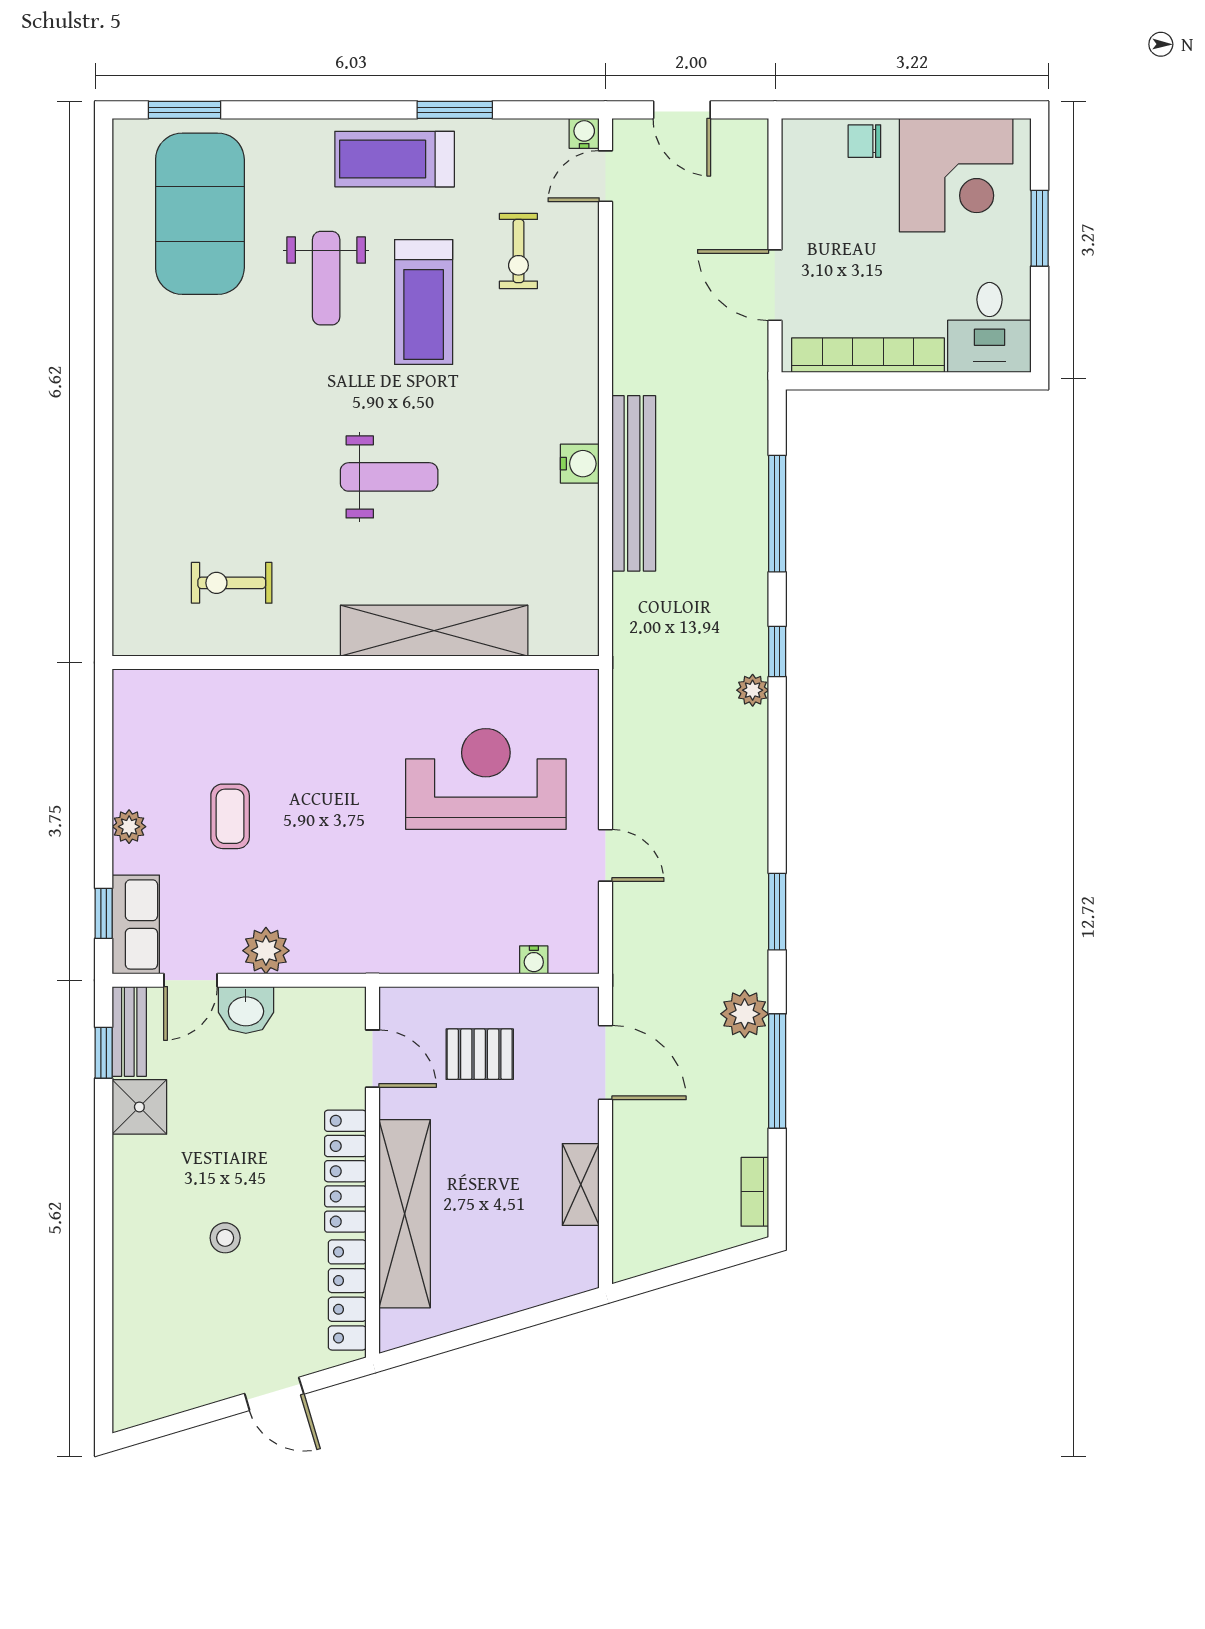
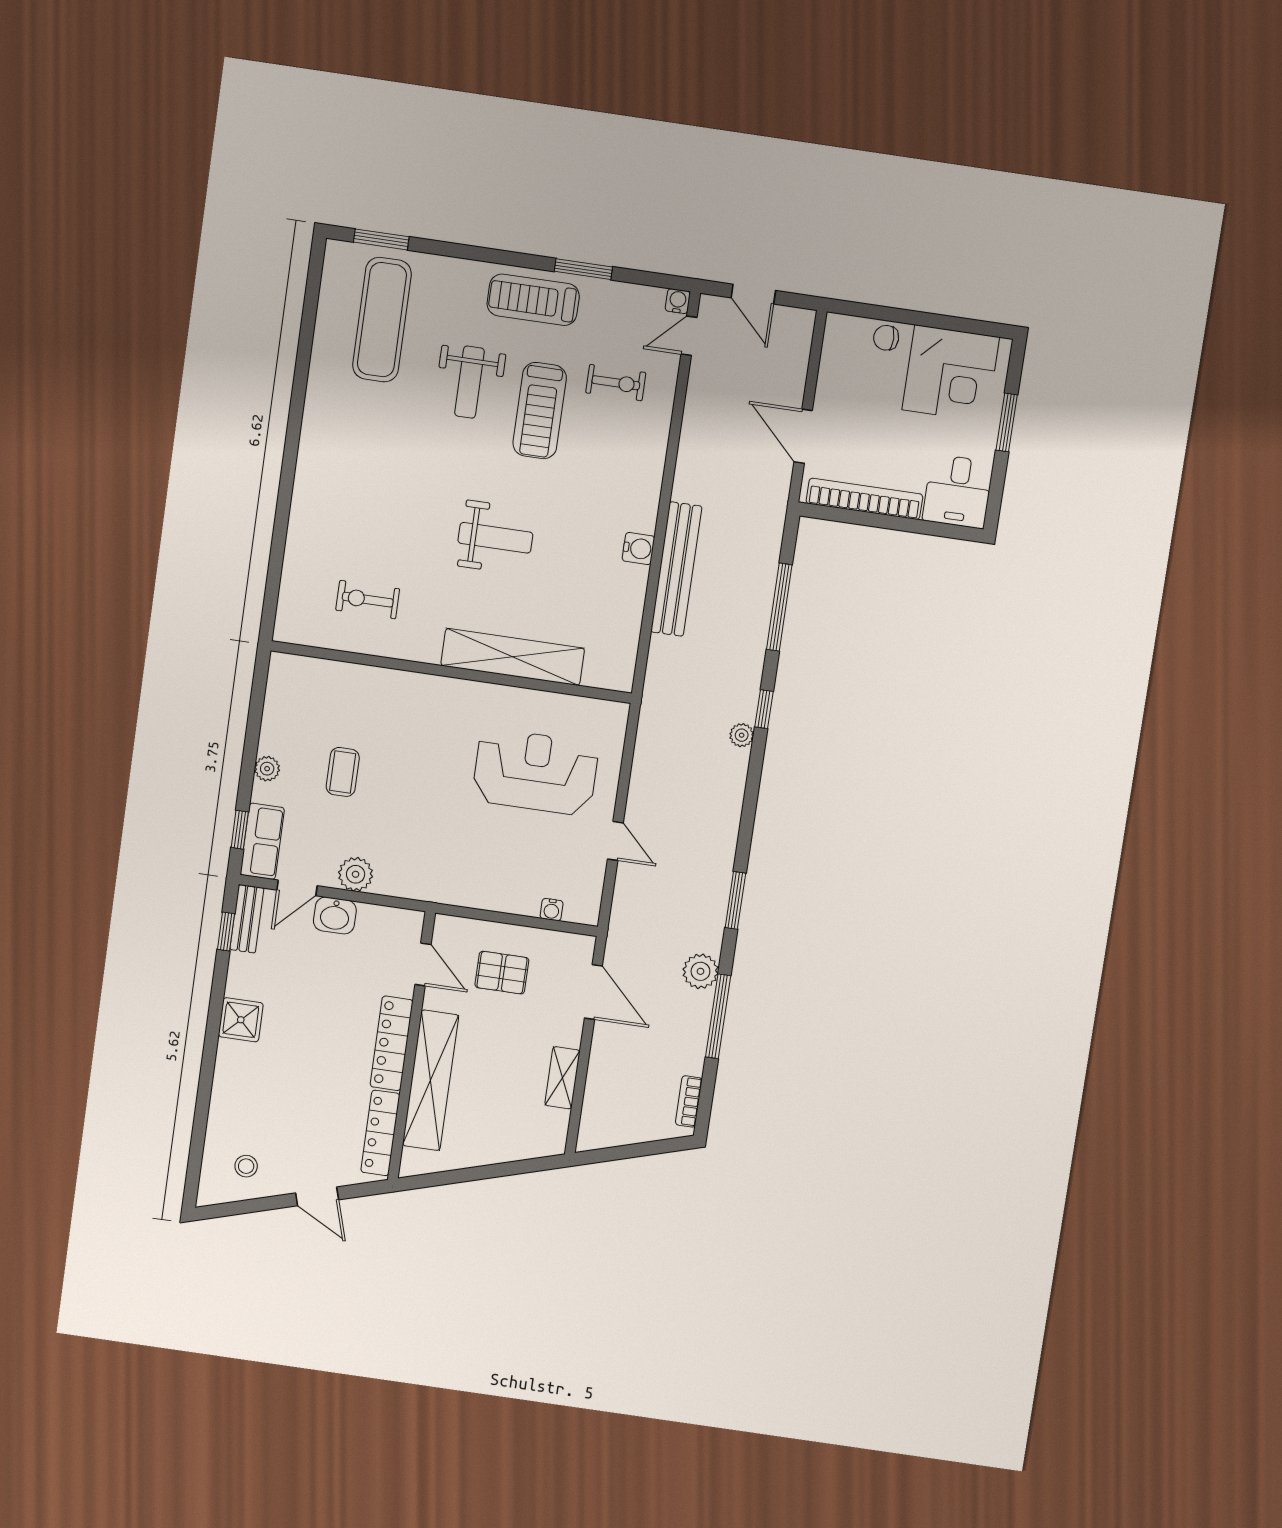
exercise mat: (200, 214) -> (382, 320), width x0.68
exercise bike: (518, 251) -> (616, 383), turned -90
shower: (139, 1107) -> (241, 1020), moved
stool: (225, 1238) -> (246, 1166), moved

